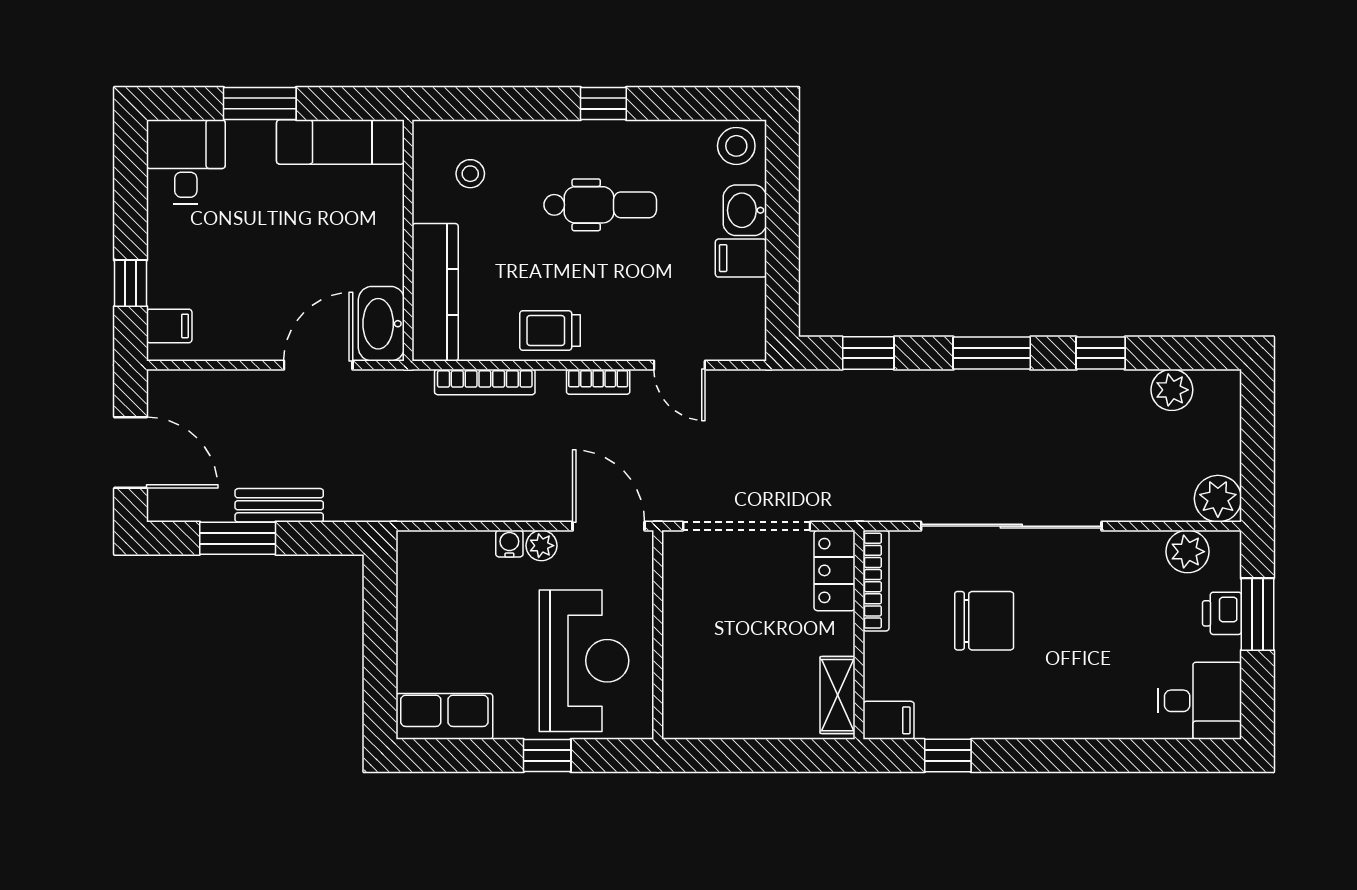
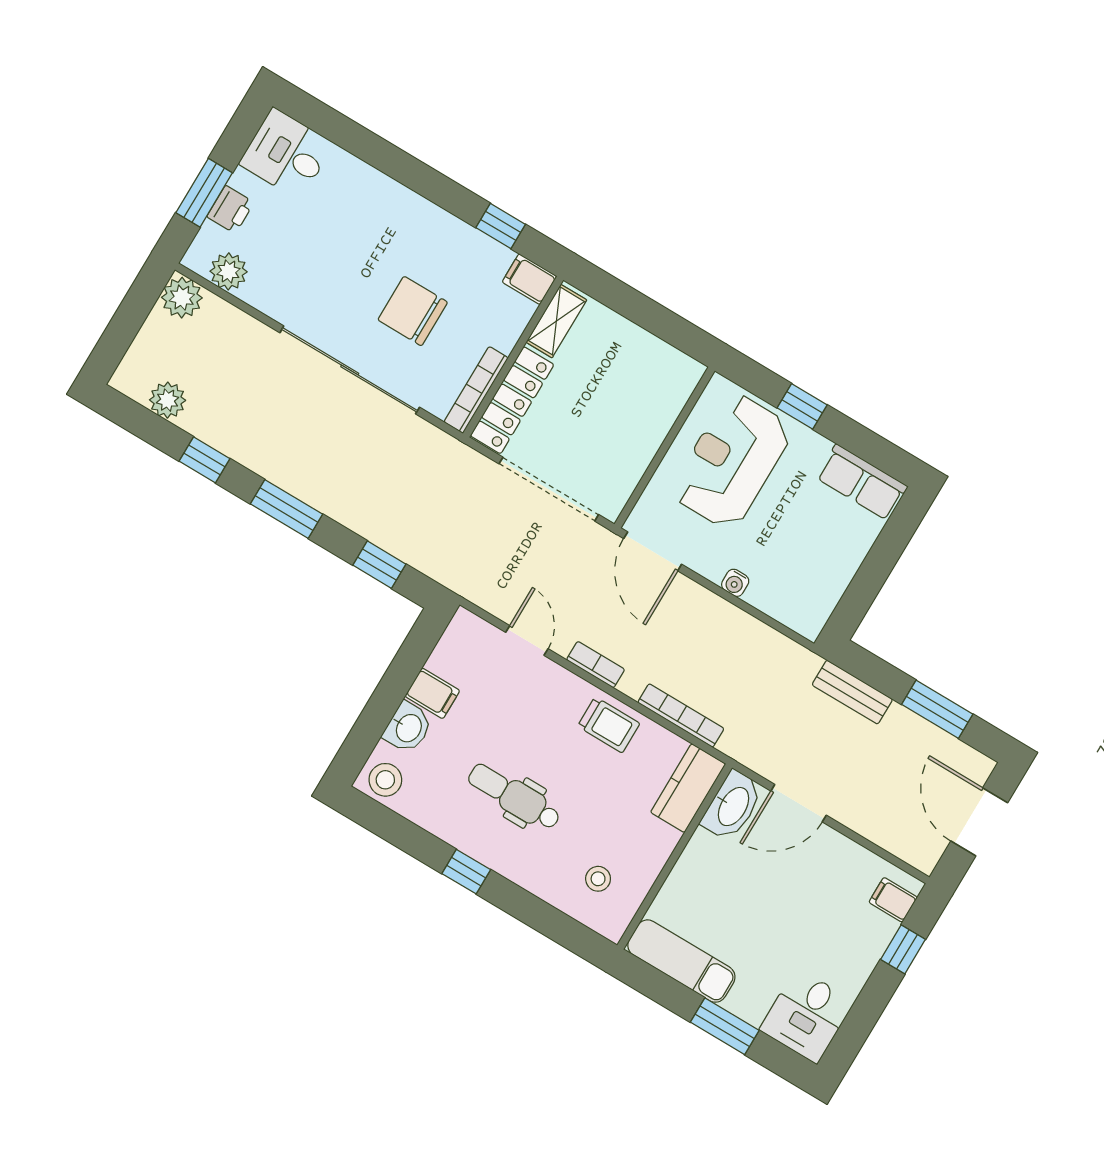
kitchen counter: (435, 292) -> (688, 788), width x0.67
bench: (279, 505) -> (852, 692), moved
plant: (541, 546) -> (712, 567), removed
locker: (835, 570) -> (512, 400), width x1.53

